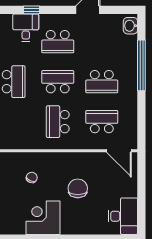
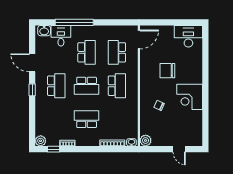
window: (32, 10) -> (32, 90), moved
desk: (26, 28) -> (61, 36), moved, turned 90
school desk: (58, 82) -> (87, 86), turned -90
school desk: (58, 122) -> (117, 86), turned -90

